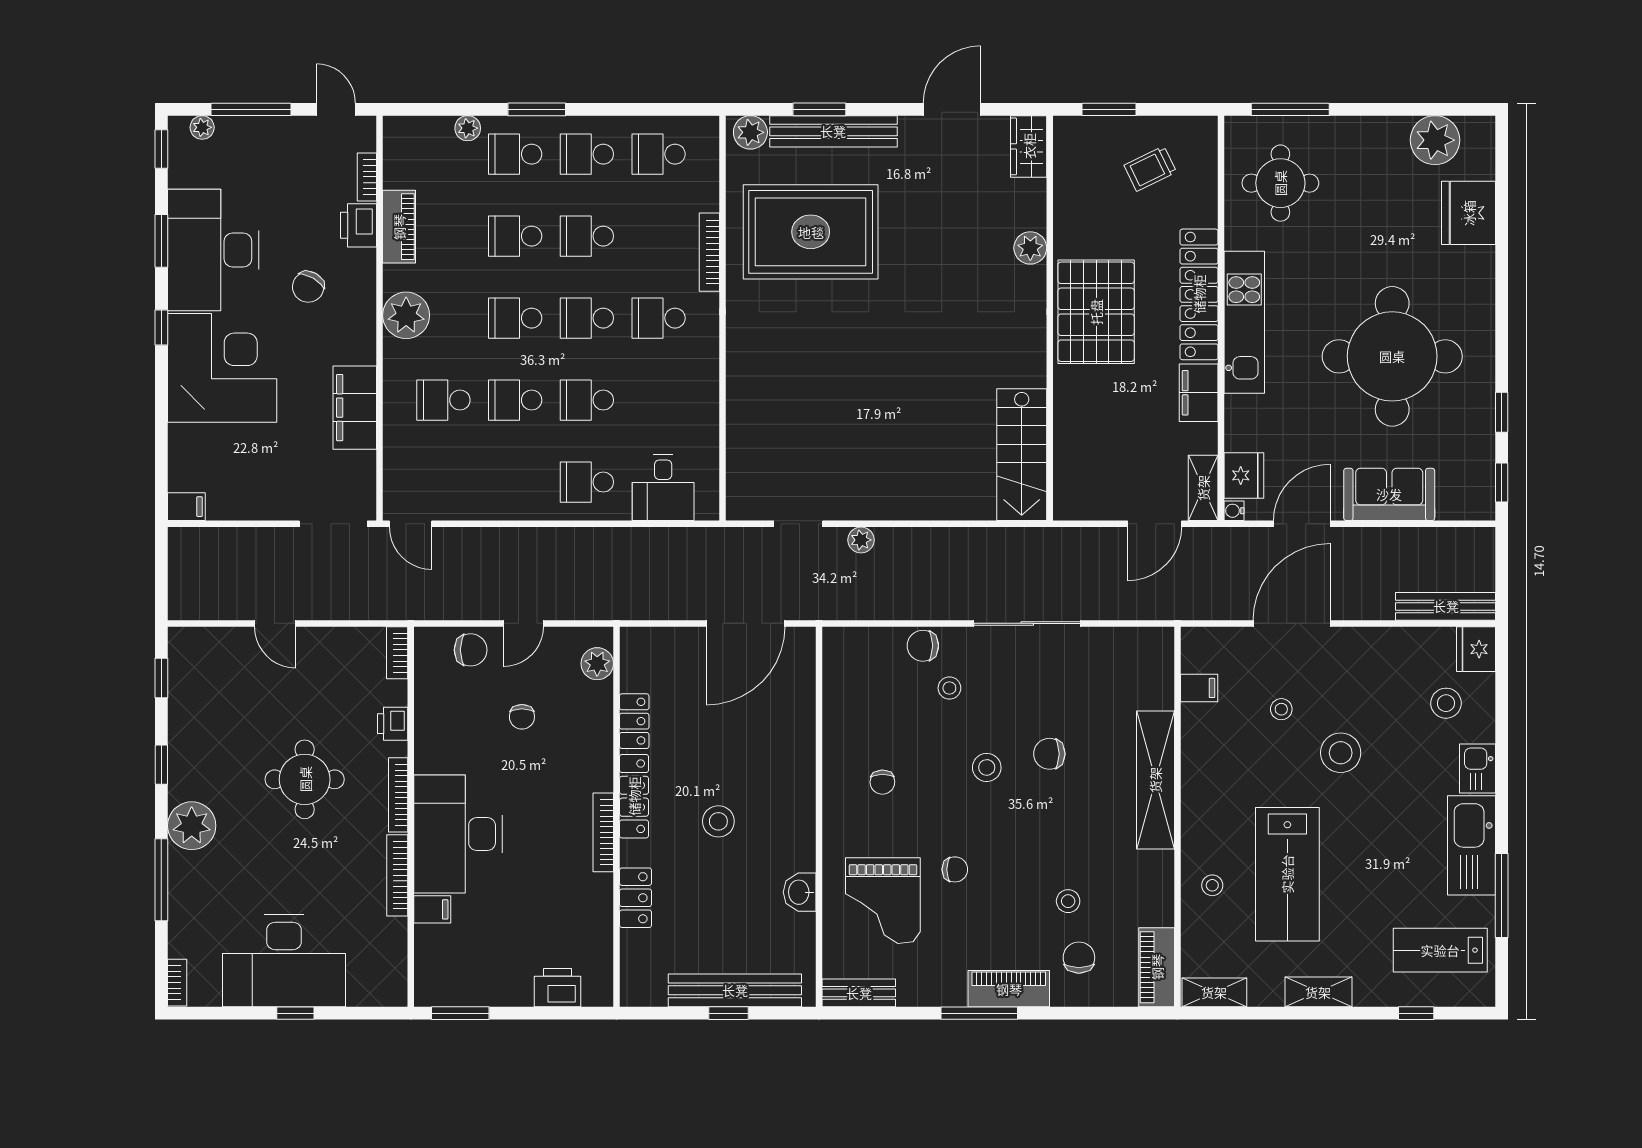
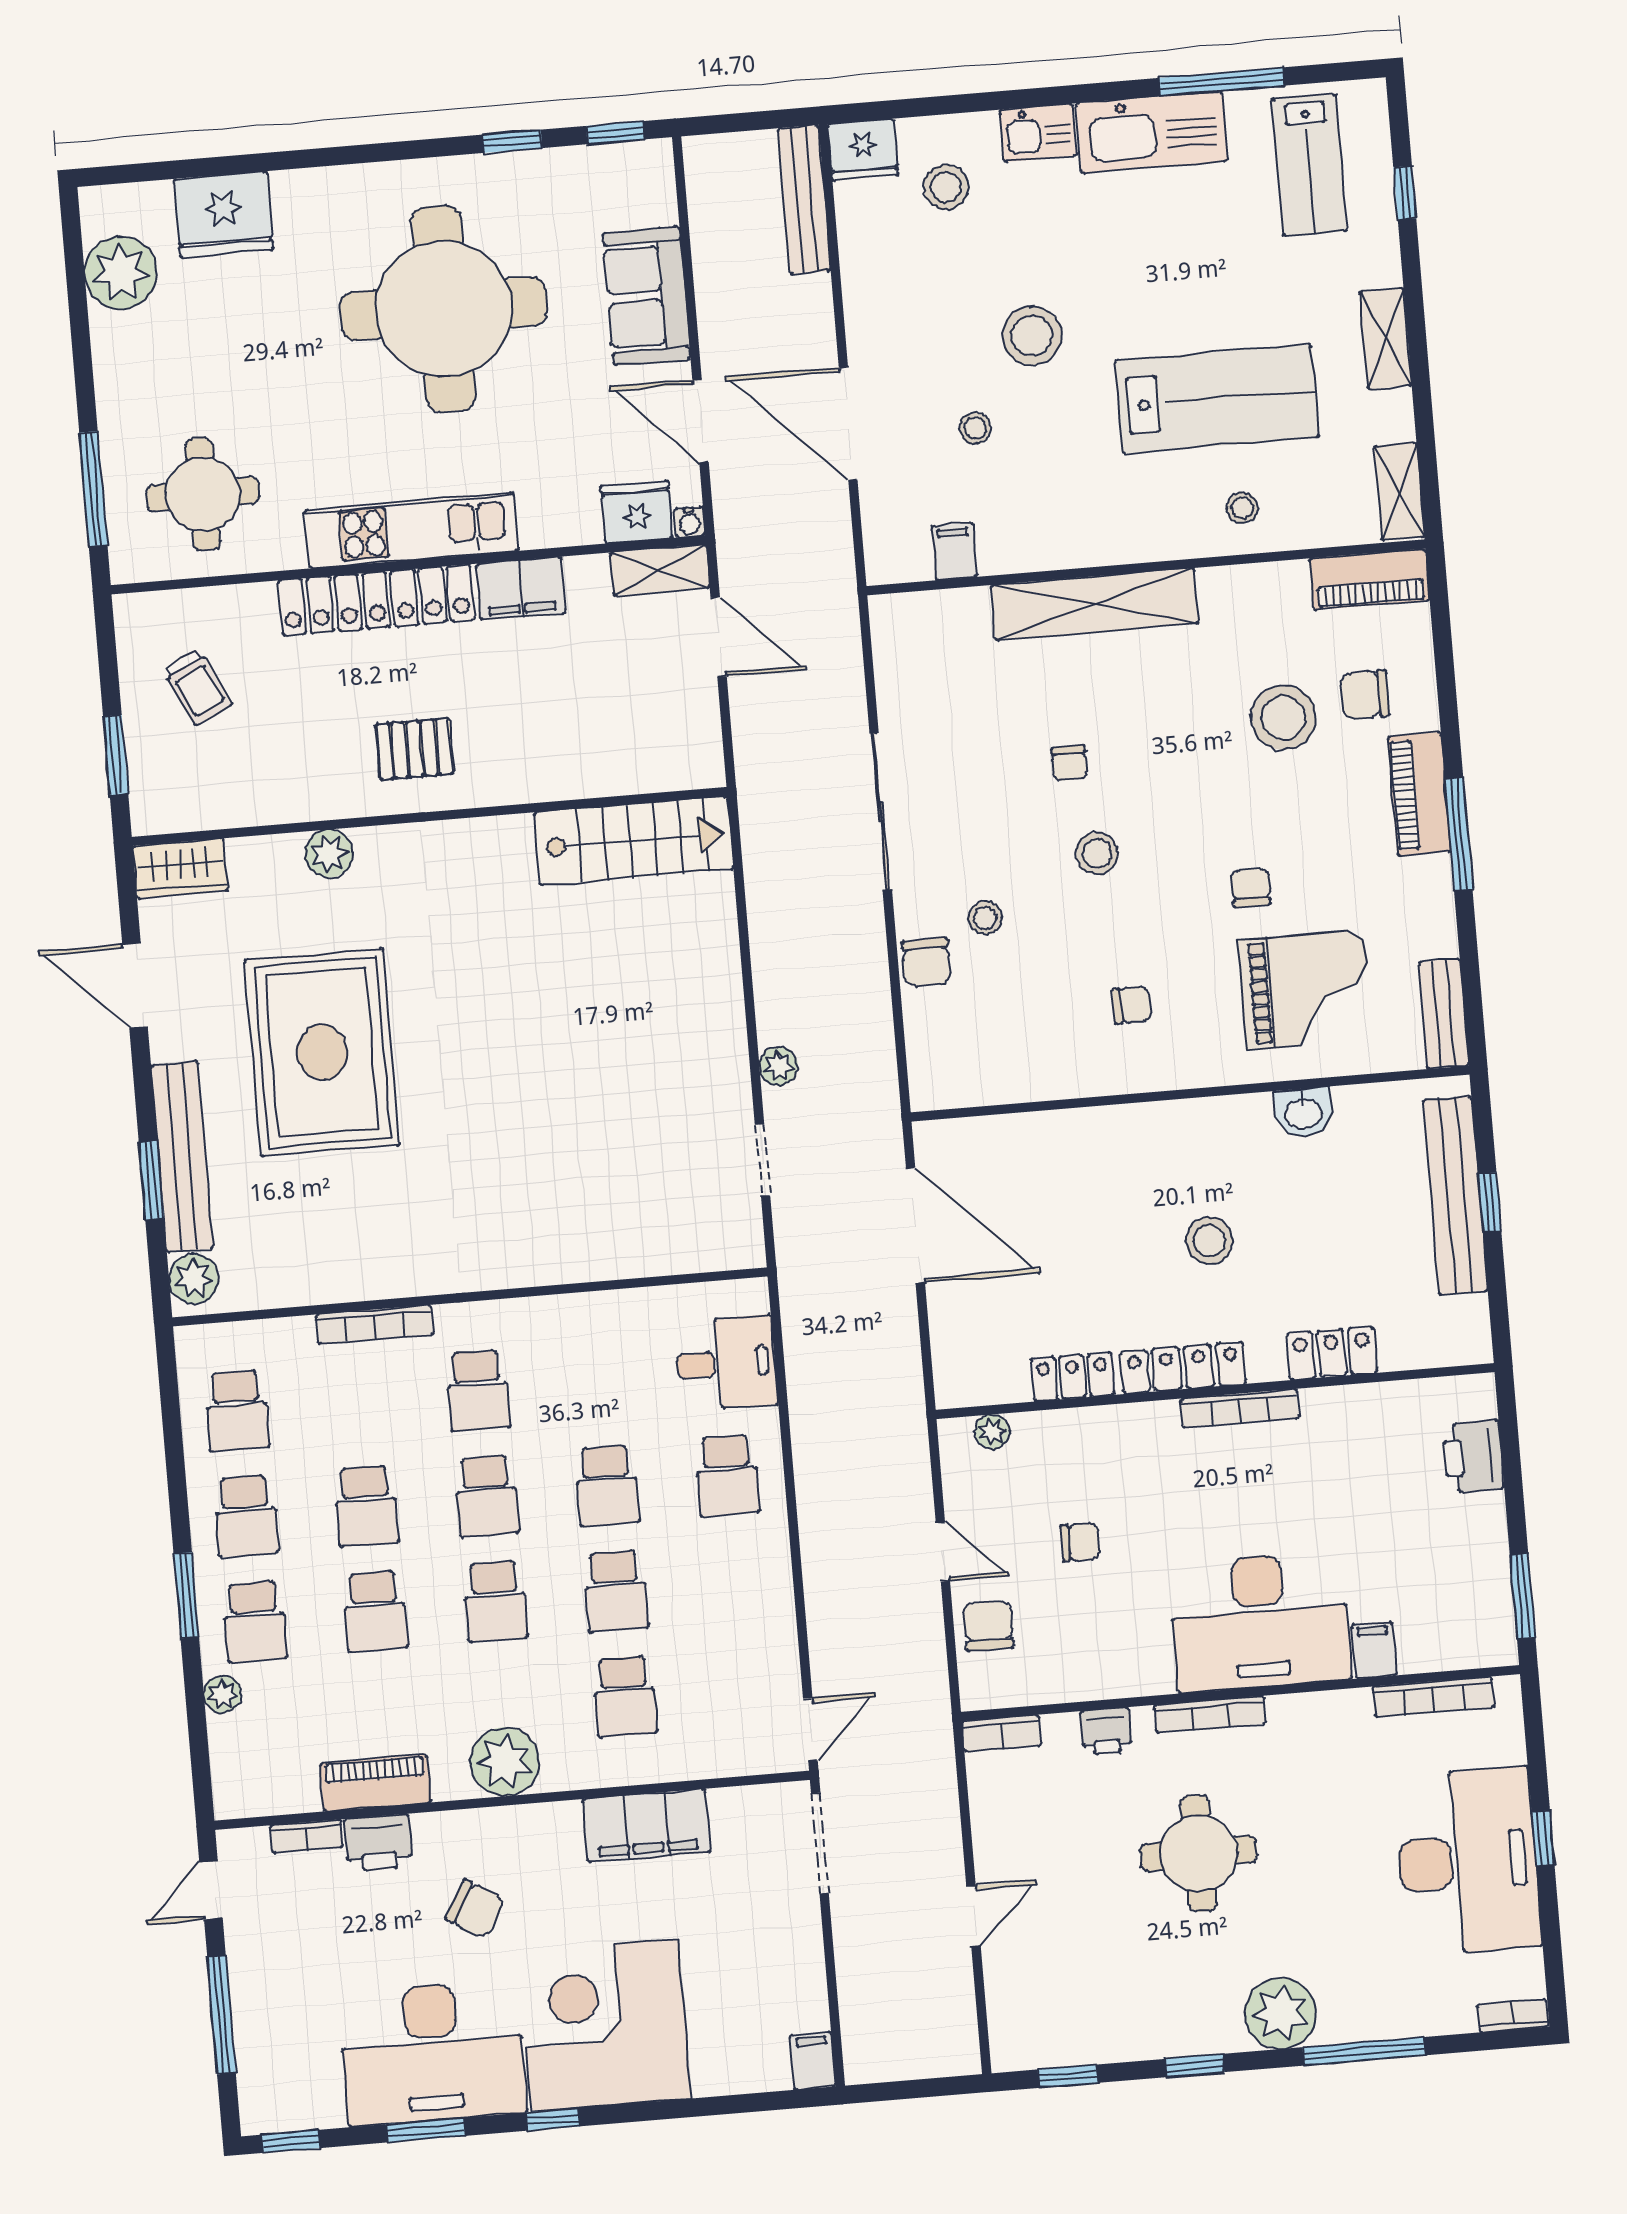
plant: (202, 127) -> (254, 2084), removed
rug: (811, 232) -> (322, 1052), moved
pallet: (1096, 312) -> (415, 749), width x0.49, depth x0.50
plant: (597, 664) -> (992, 1432), width x0.73, depth x0.73
chair: (1049, 754) -> (1069, 763), width x0.73, depth x0.73
bookcase: (397, 875) -> (1433, 1697), moved
stool: (1068, 901) -> (1283, 717), width x1.89, depth x1.89

